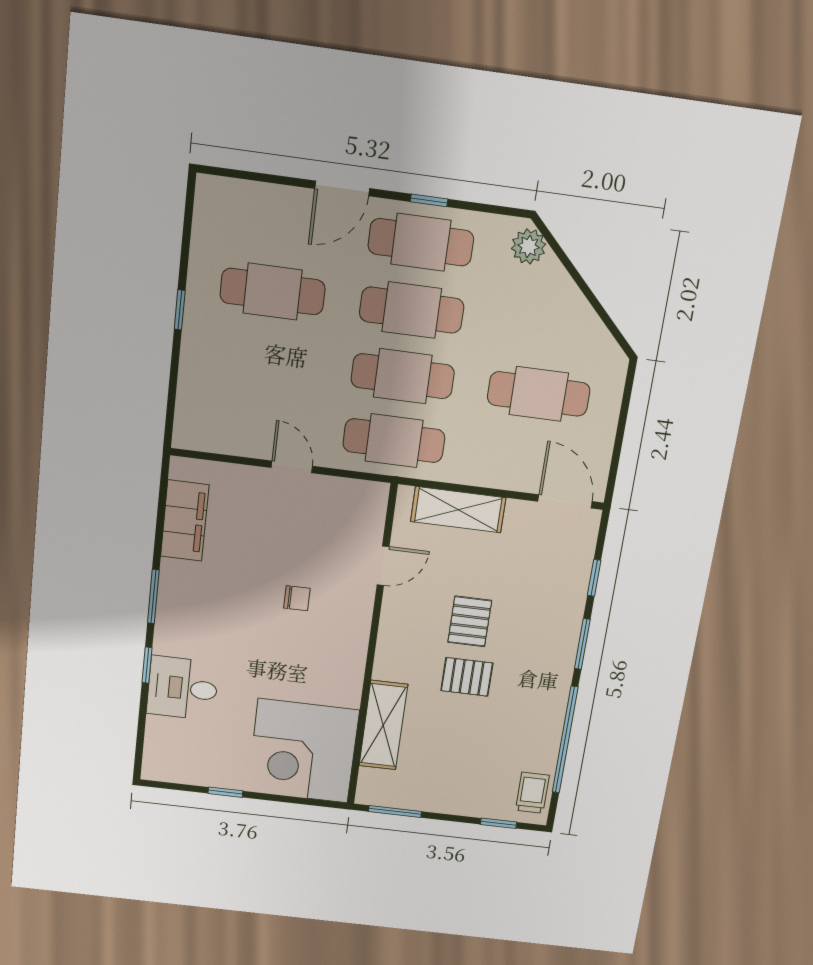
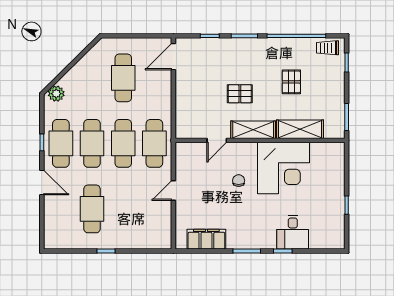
shelving: (458, 510) -> (253, 130), moved, turned 90
door: (383, 566) -> (217, 140), swing flipped
pallet: (467, 677) -> (291, 82), moved
corner desk: (303, 751) -> (284, 168), moved

